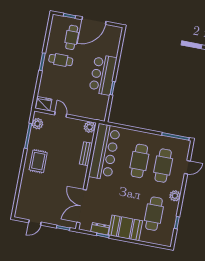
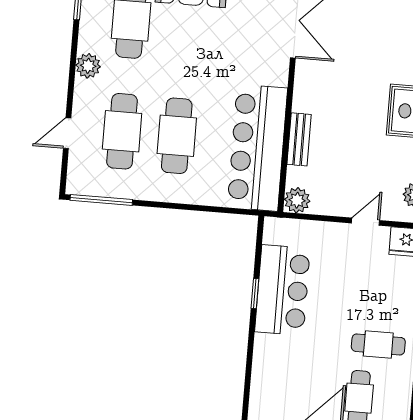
bar counter: (103, 75) -> (282, 290), moved
door: (61, 114) -> (366, 222), swing flipped

